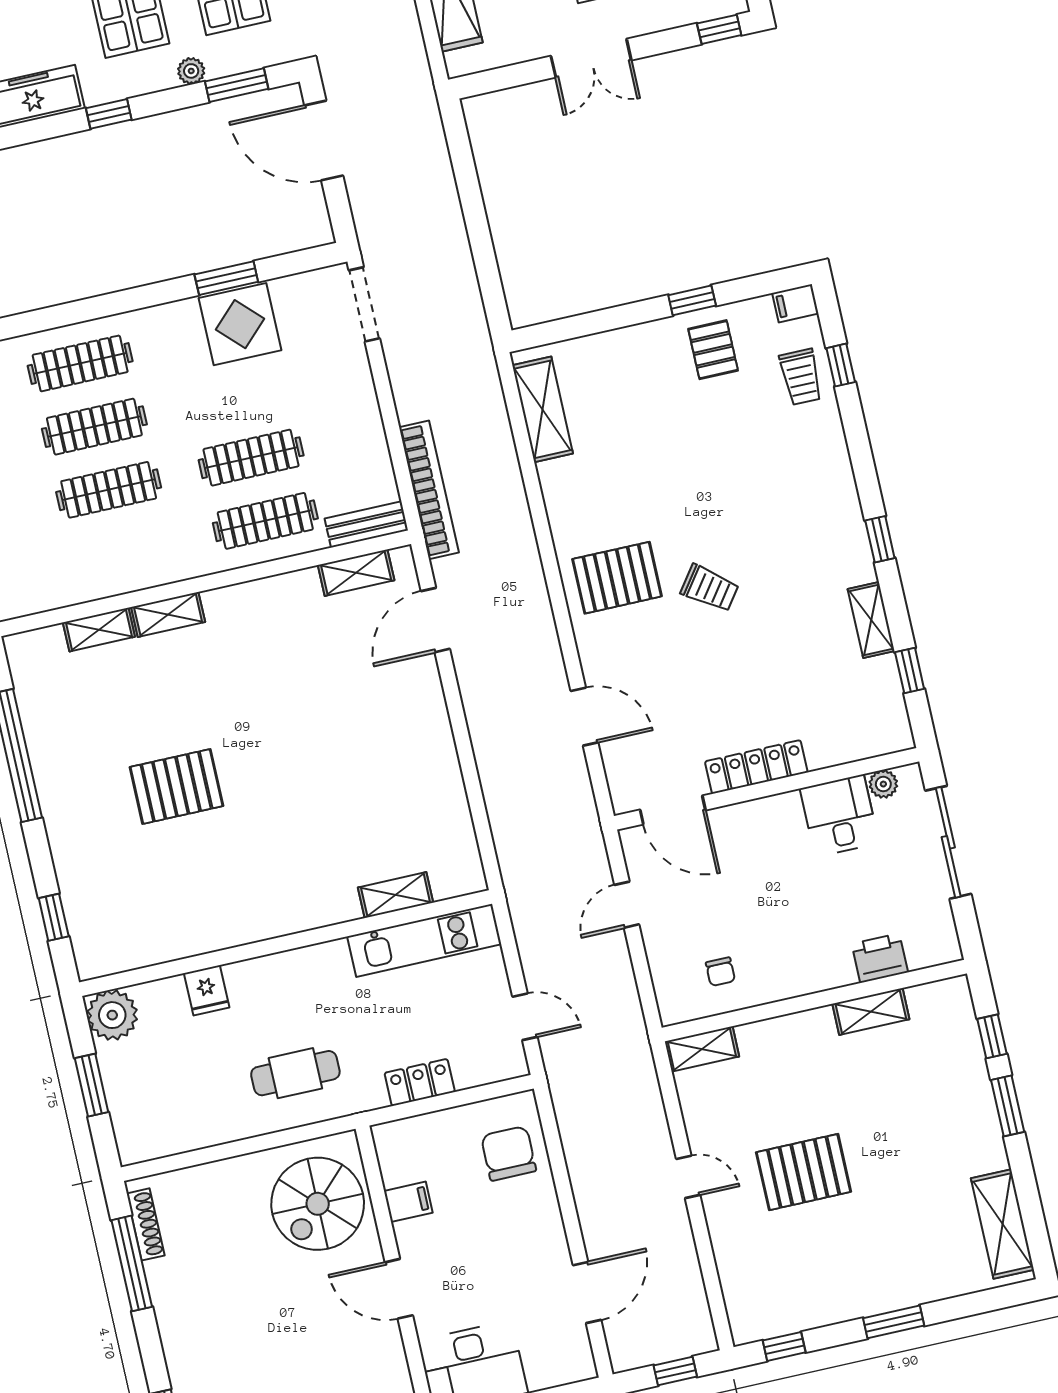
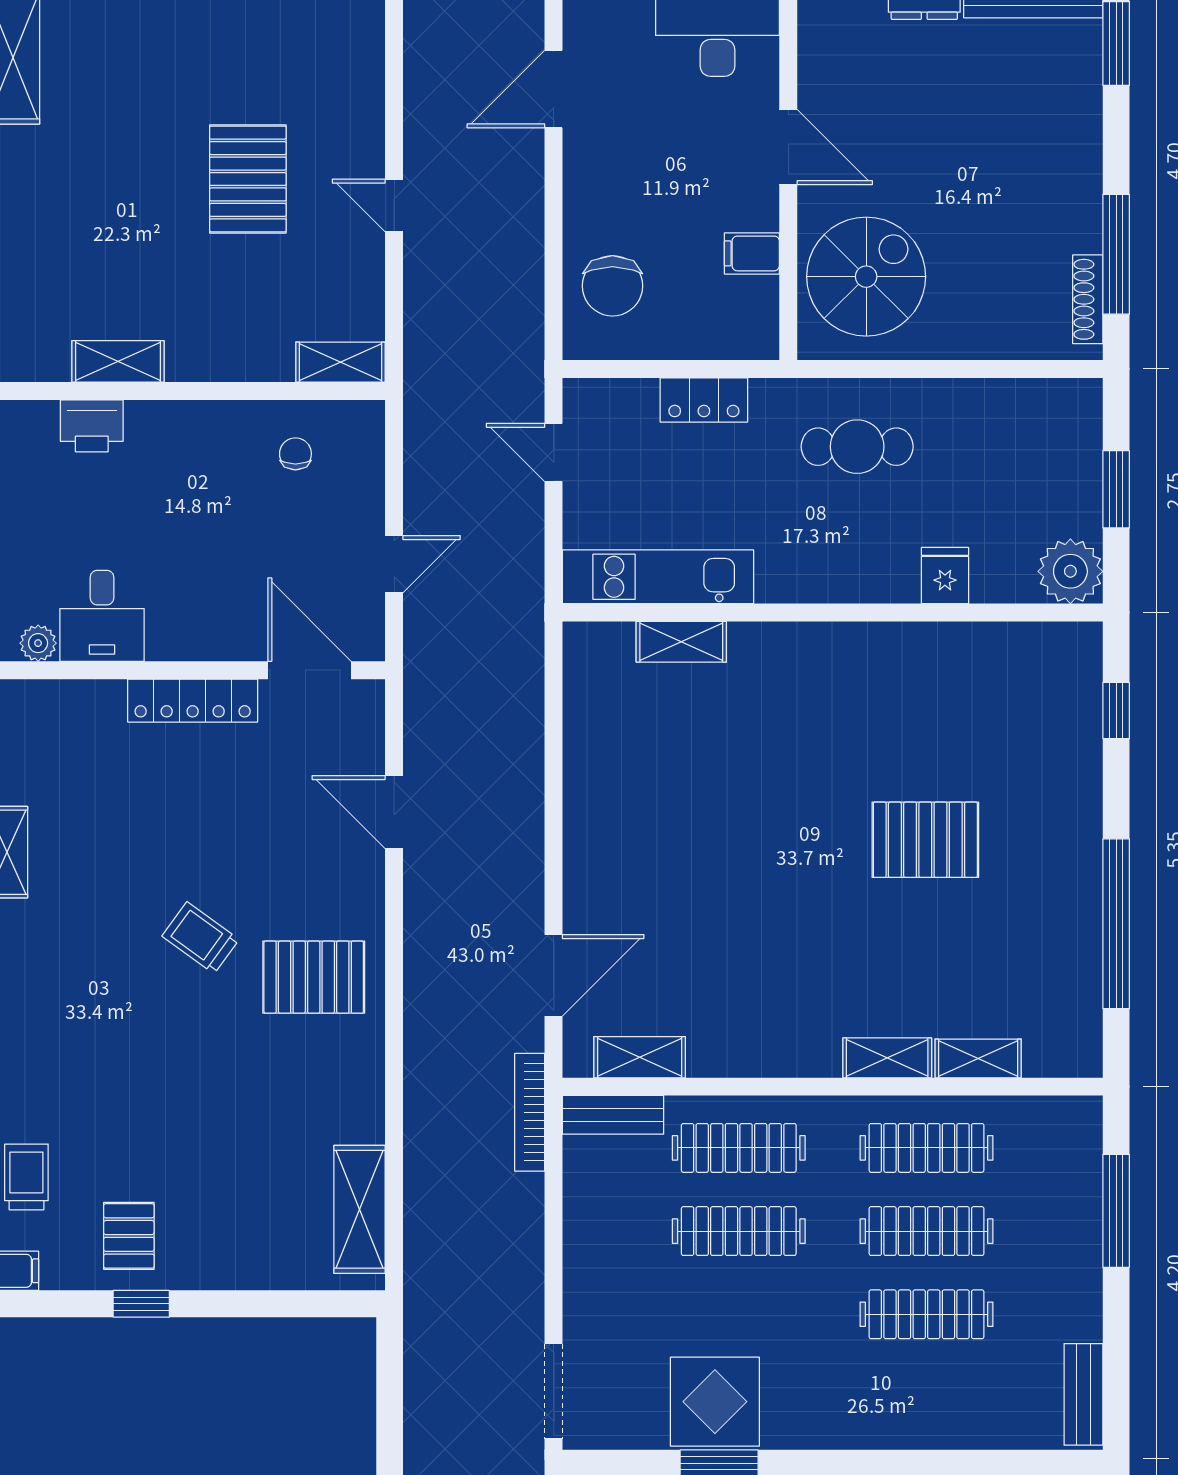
clothes rail: (80, 363) -> (926, 1148), moved
bookcase: (429, 490) -> (530, 1112), width x0.68, depth x0.76
pallet: (804, 1172) -> (248, 179), turned 90

